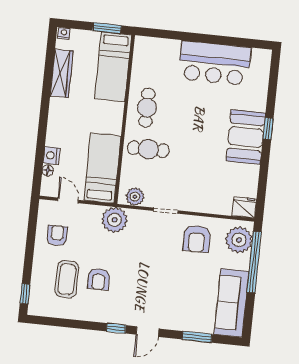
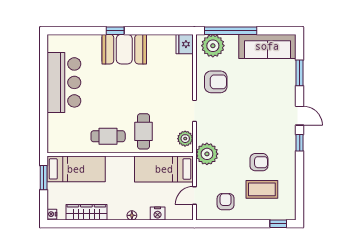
floor lamp: (48, 170) -> (132, 215), moved
armchair: (57, 236) -> (226, 202), turned 90

